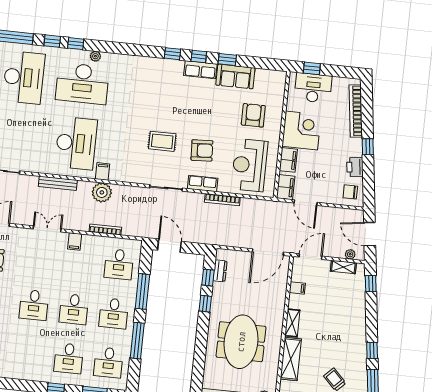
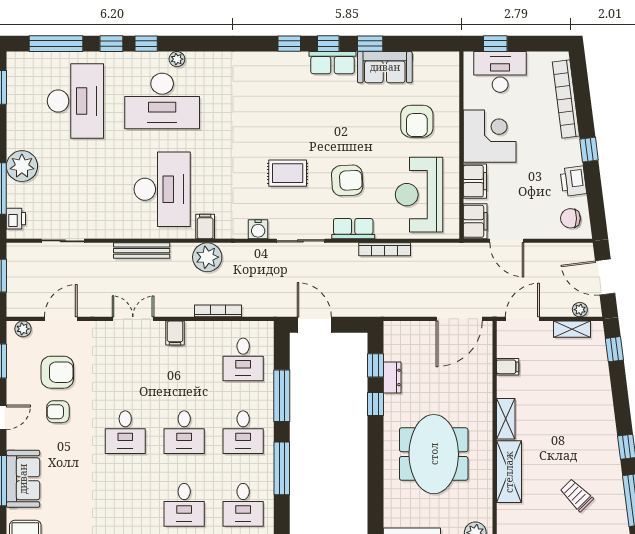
armchair: (253, 115) -> (417, 121), turned 180
water cooler: (138, 177) -> (258, 229), added
dresser: (220, 271) -> (392, 377), moved

